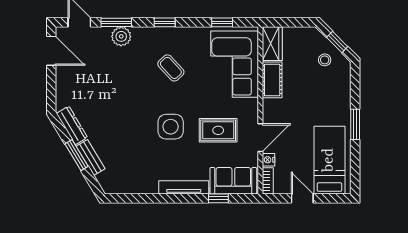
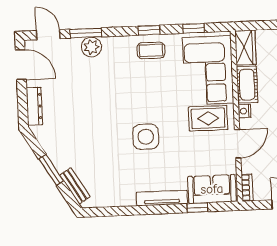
window: (165, 22) -> (149, 30), moved
coffee table: (171, 68) -> (151, 50), moved, turned -47
dresser: (72, 125) -> (34, 106), moved, turned 31
rug: (218, 130) -> (208, 118), moved
bench: (91, 157) -> (75, 186), moved
nightstand: (269, 160) -> (244, 111), moved

